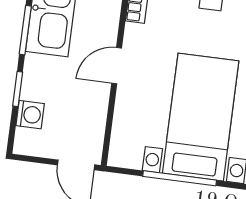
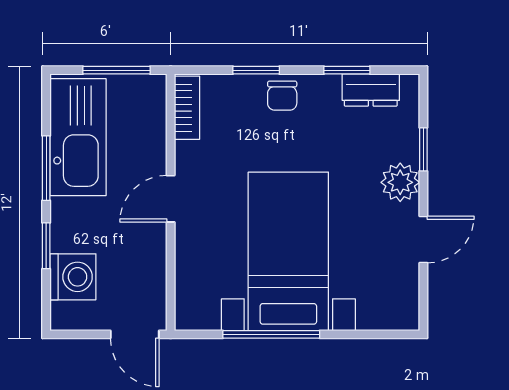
washing machine: (30, 115) -> (73, 277), width x1.38, depth x1.38

